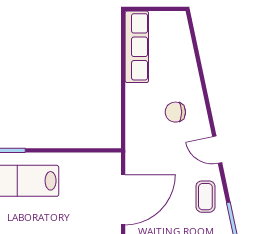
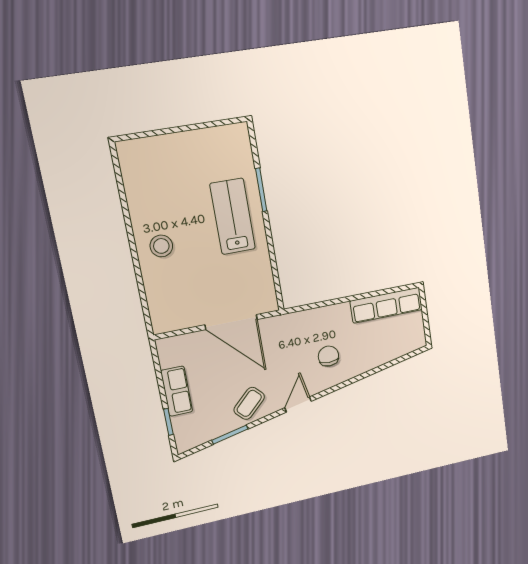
coffee table: (205, 197) -> (249, 403), turned -44

